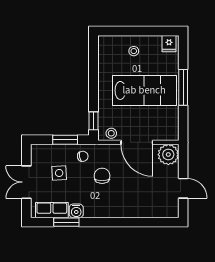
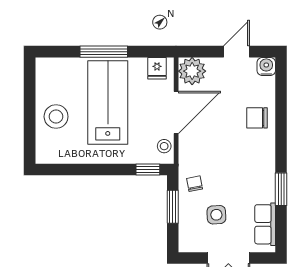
fridge: (169, 44) -> (157, 68), moved, turned 90
stool: (134, 51) -> (56, 117), width x1.89, depth x1.89
chair: (102, 176) -> (257, 118), moved
water cooler: (76, 211) -> (266, 66), moved, turned -90
window: (66, 222) -> (281, 189), moved

